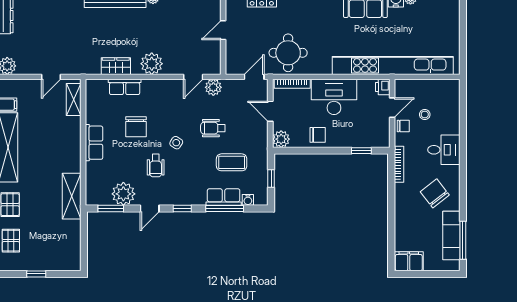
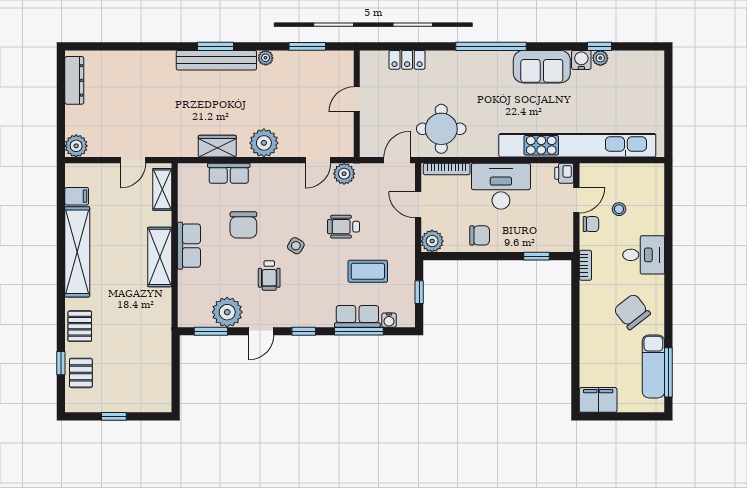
bookcase: (399, 164) -> (585, 265), width x0.64
shelving: (72, 196) -> (160, 257), moved

